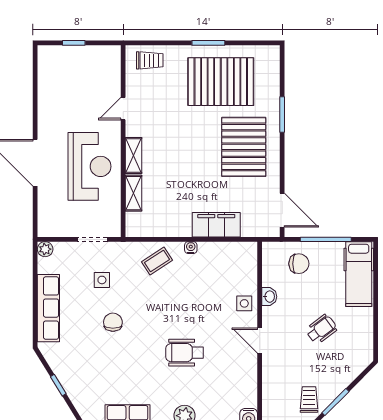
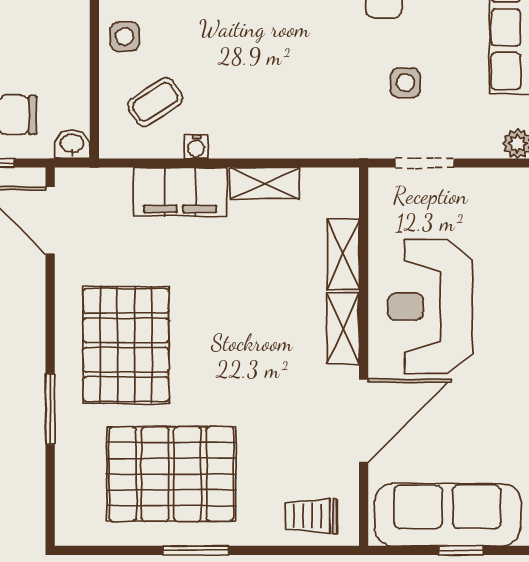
sofa: (81, 61) -> (448, 515), added
door: (123, 109) -> (364, 421), width x1.88
shelving: (173, 229) -> (265, 183), added
water cooler: (191, 248) -> (196, 147), moved
coffee table: (157, 261) -> (155, 102), moved
washbasin: (269, 297) -> (72, 144), moved, turned 90

